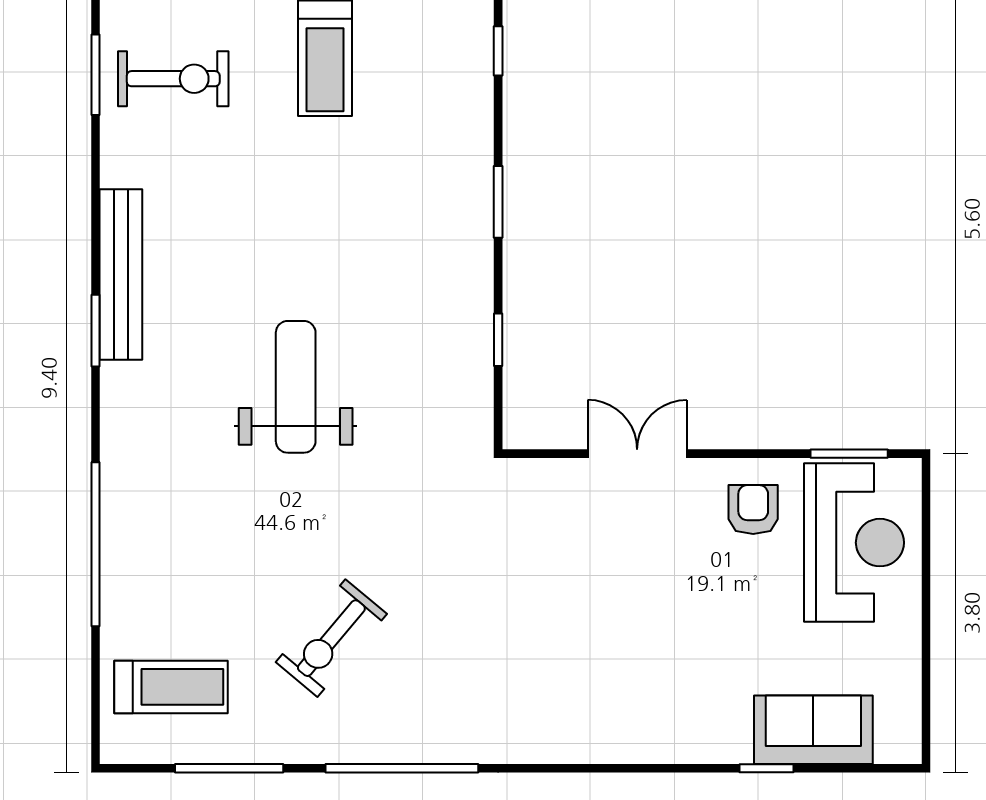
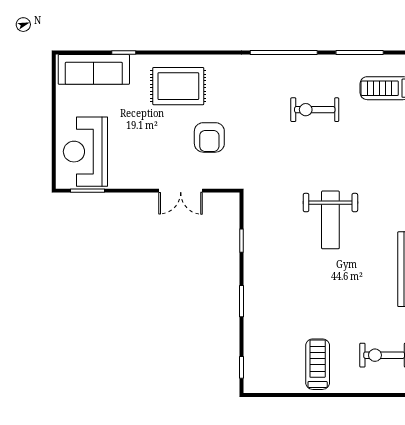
armchair: (753, 509) -> (209, 137), moved, width x1.38, depth x1.38
exercise bike: (331, 638) -> (315, 110), turned -130
rug: (642, 692) -> (178, 86), added
sofa: (813, 730) -> (94, 69), width x1.36

